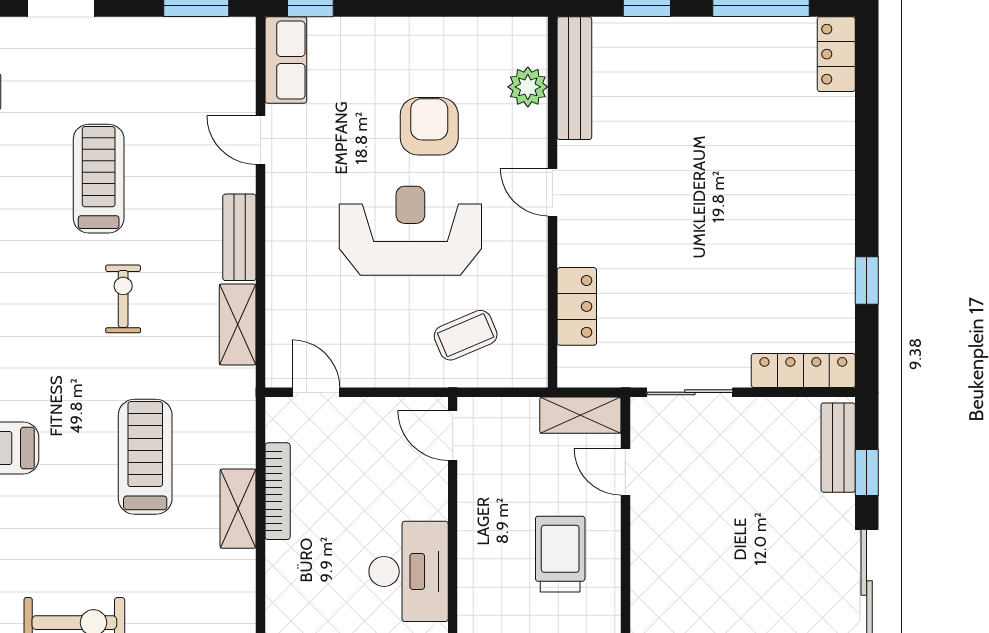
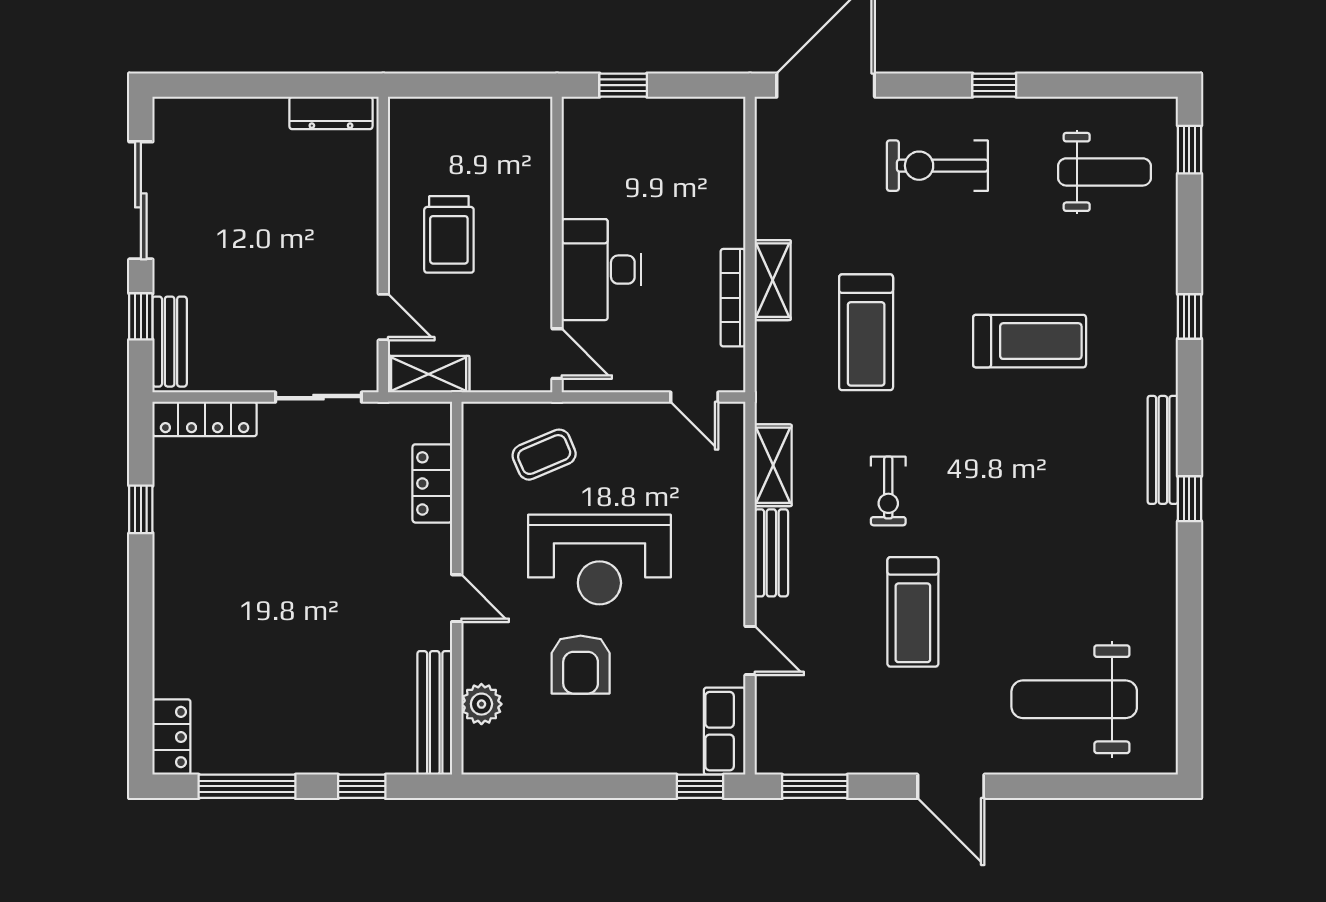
desk: (409, 571) -> (601, 270), moved

